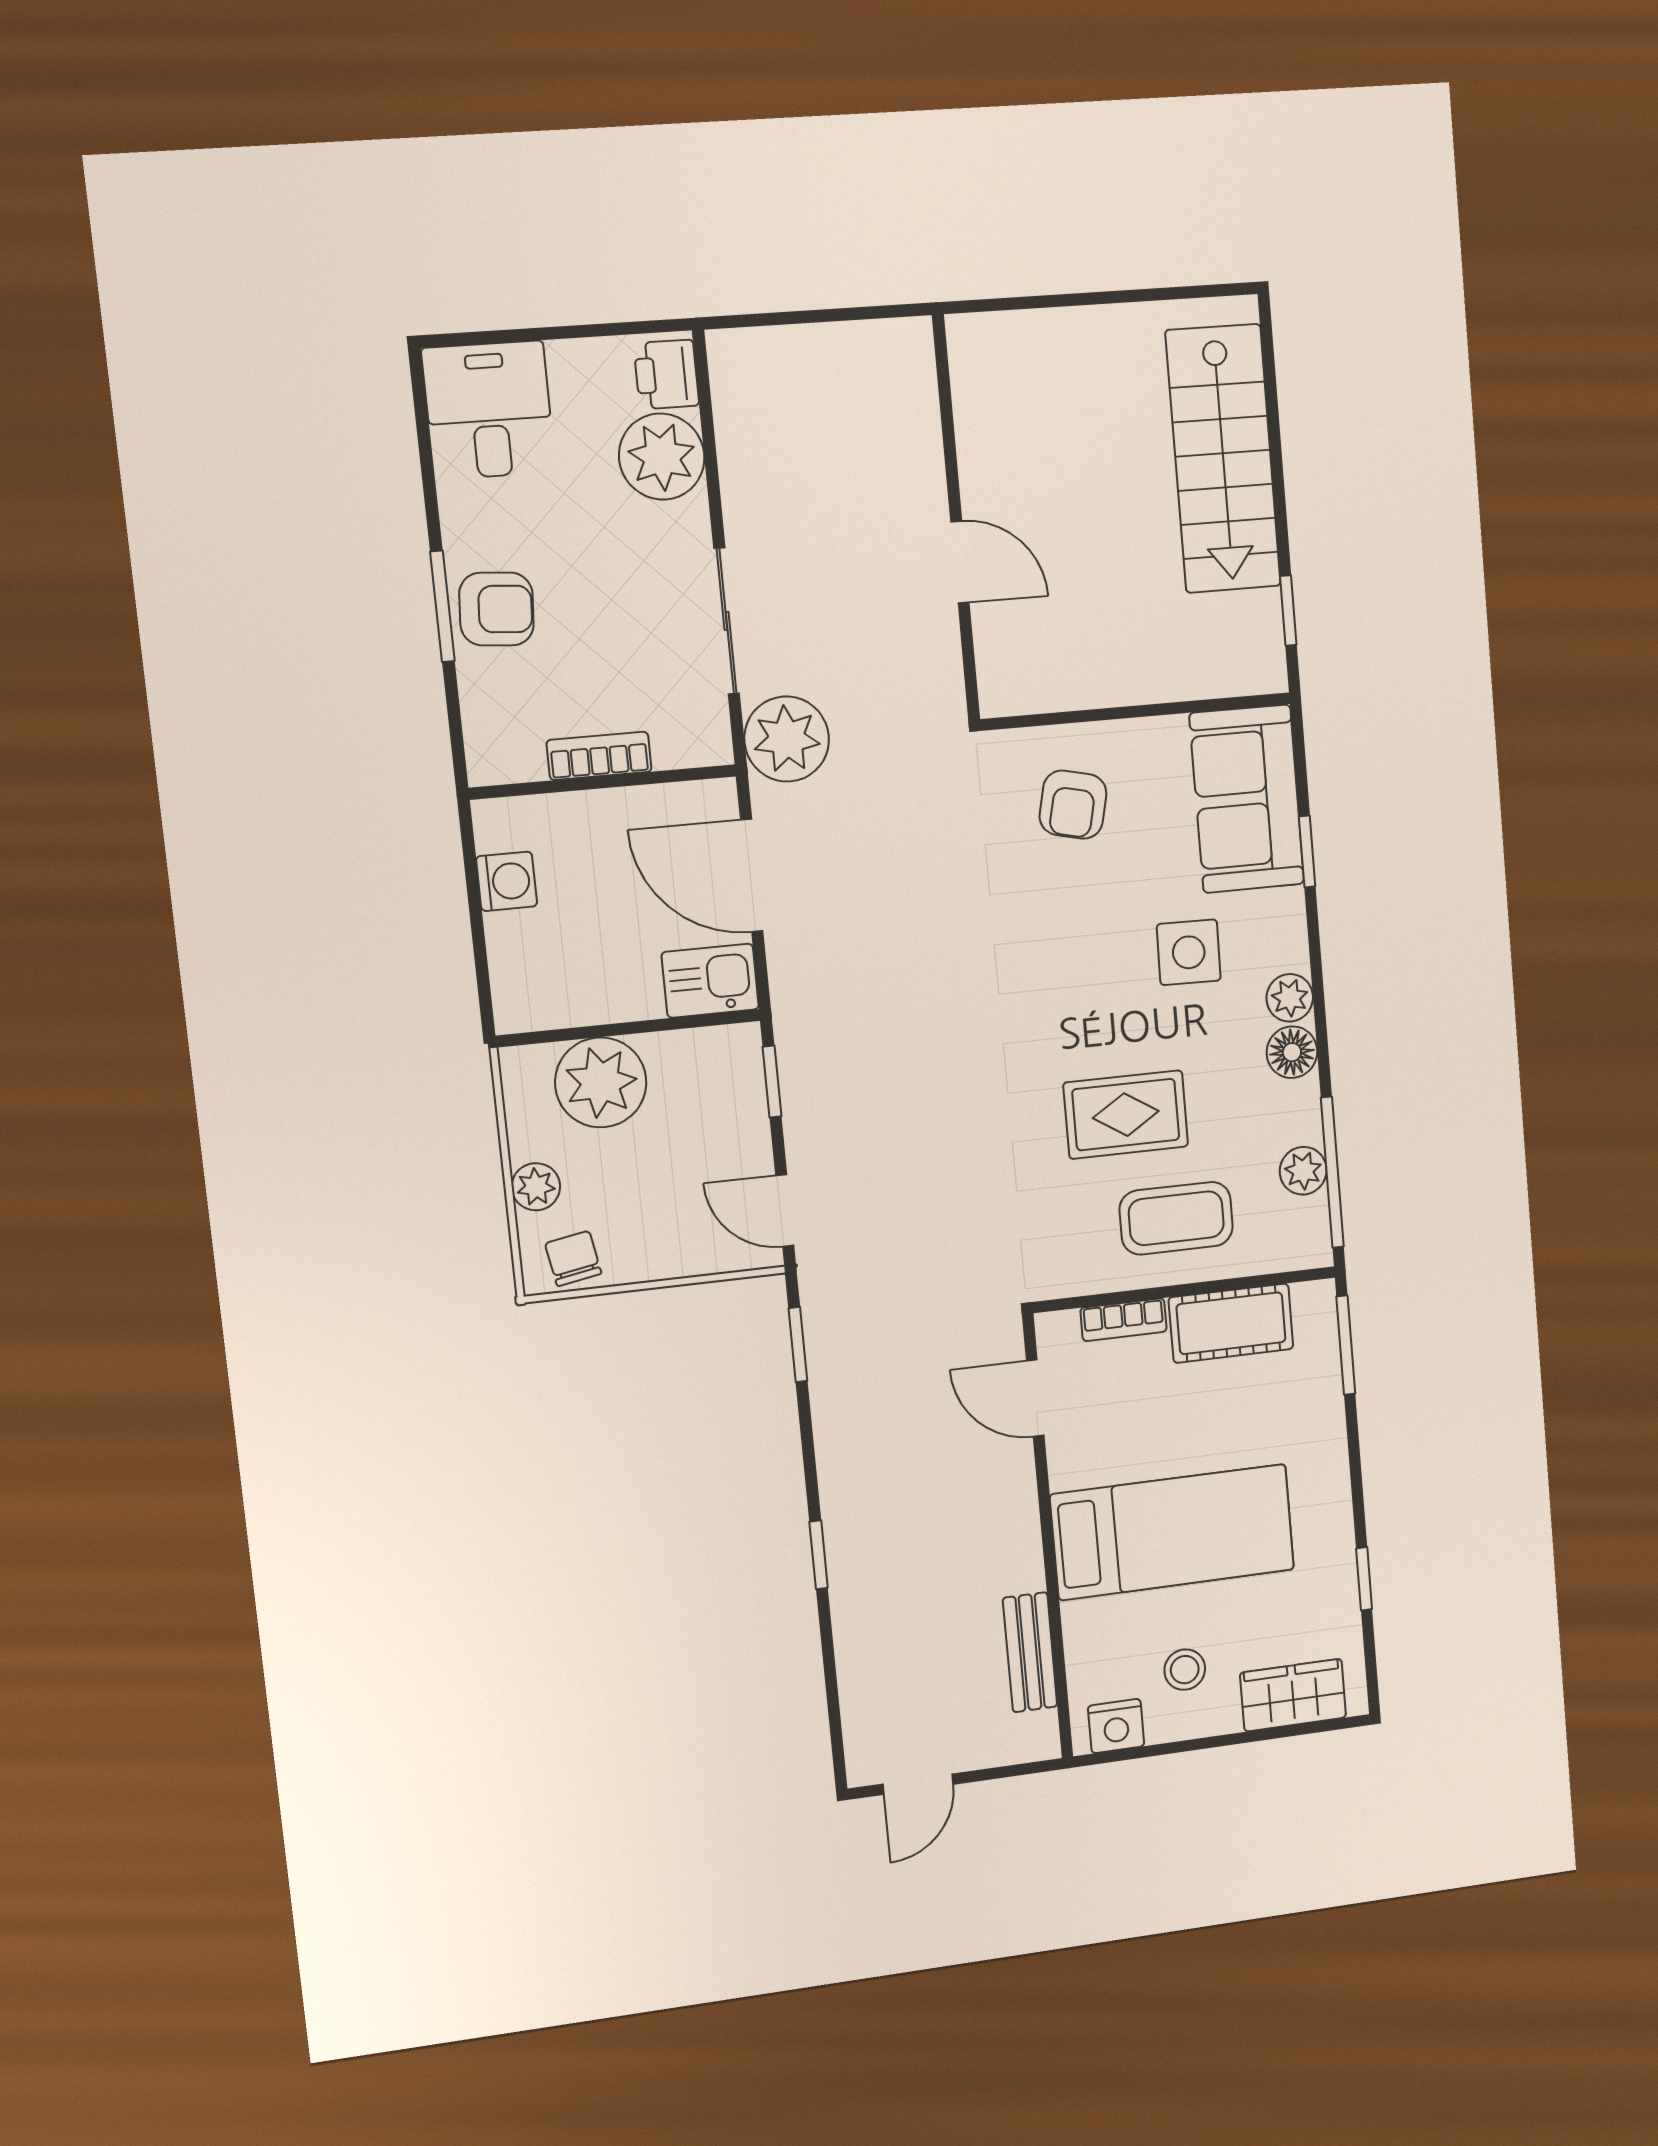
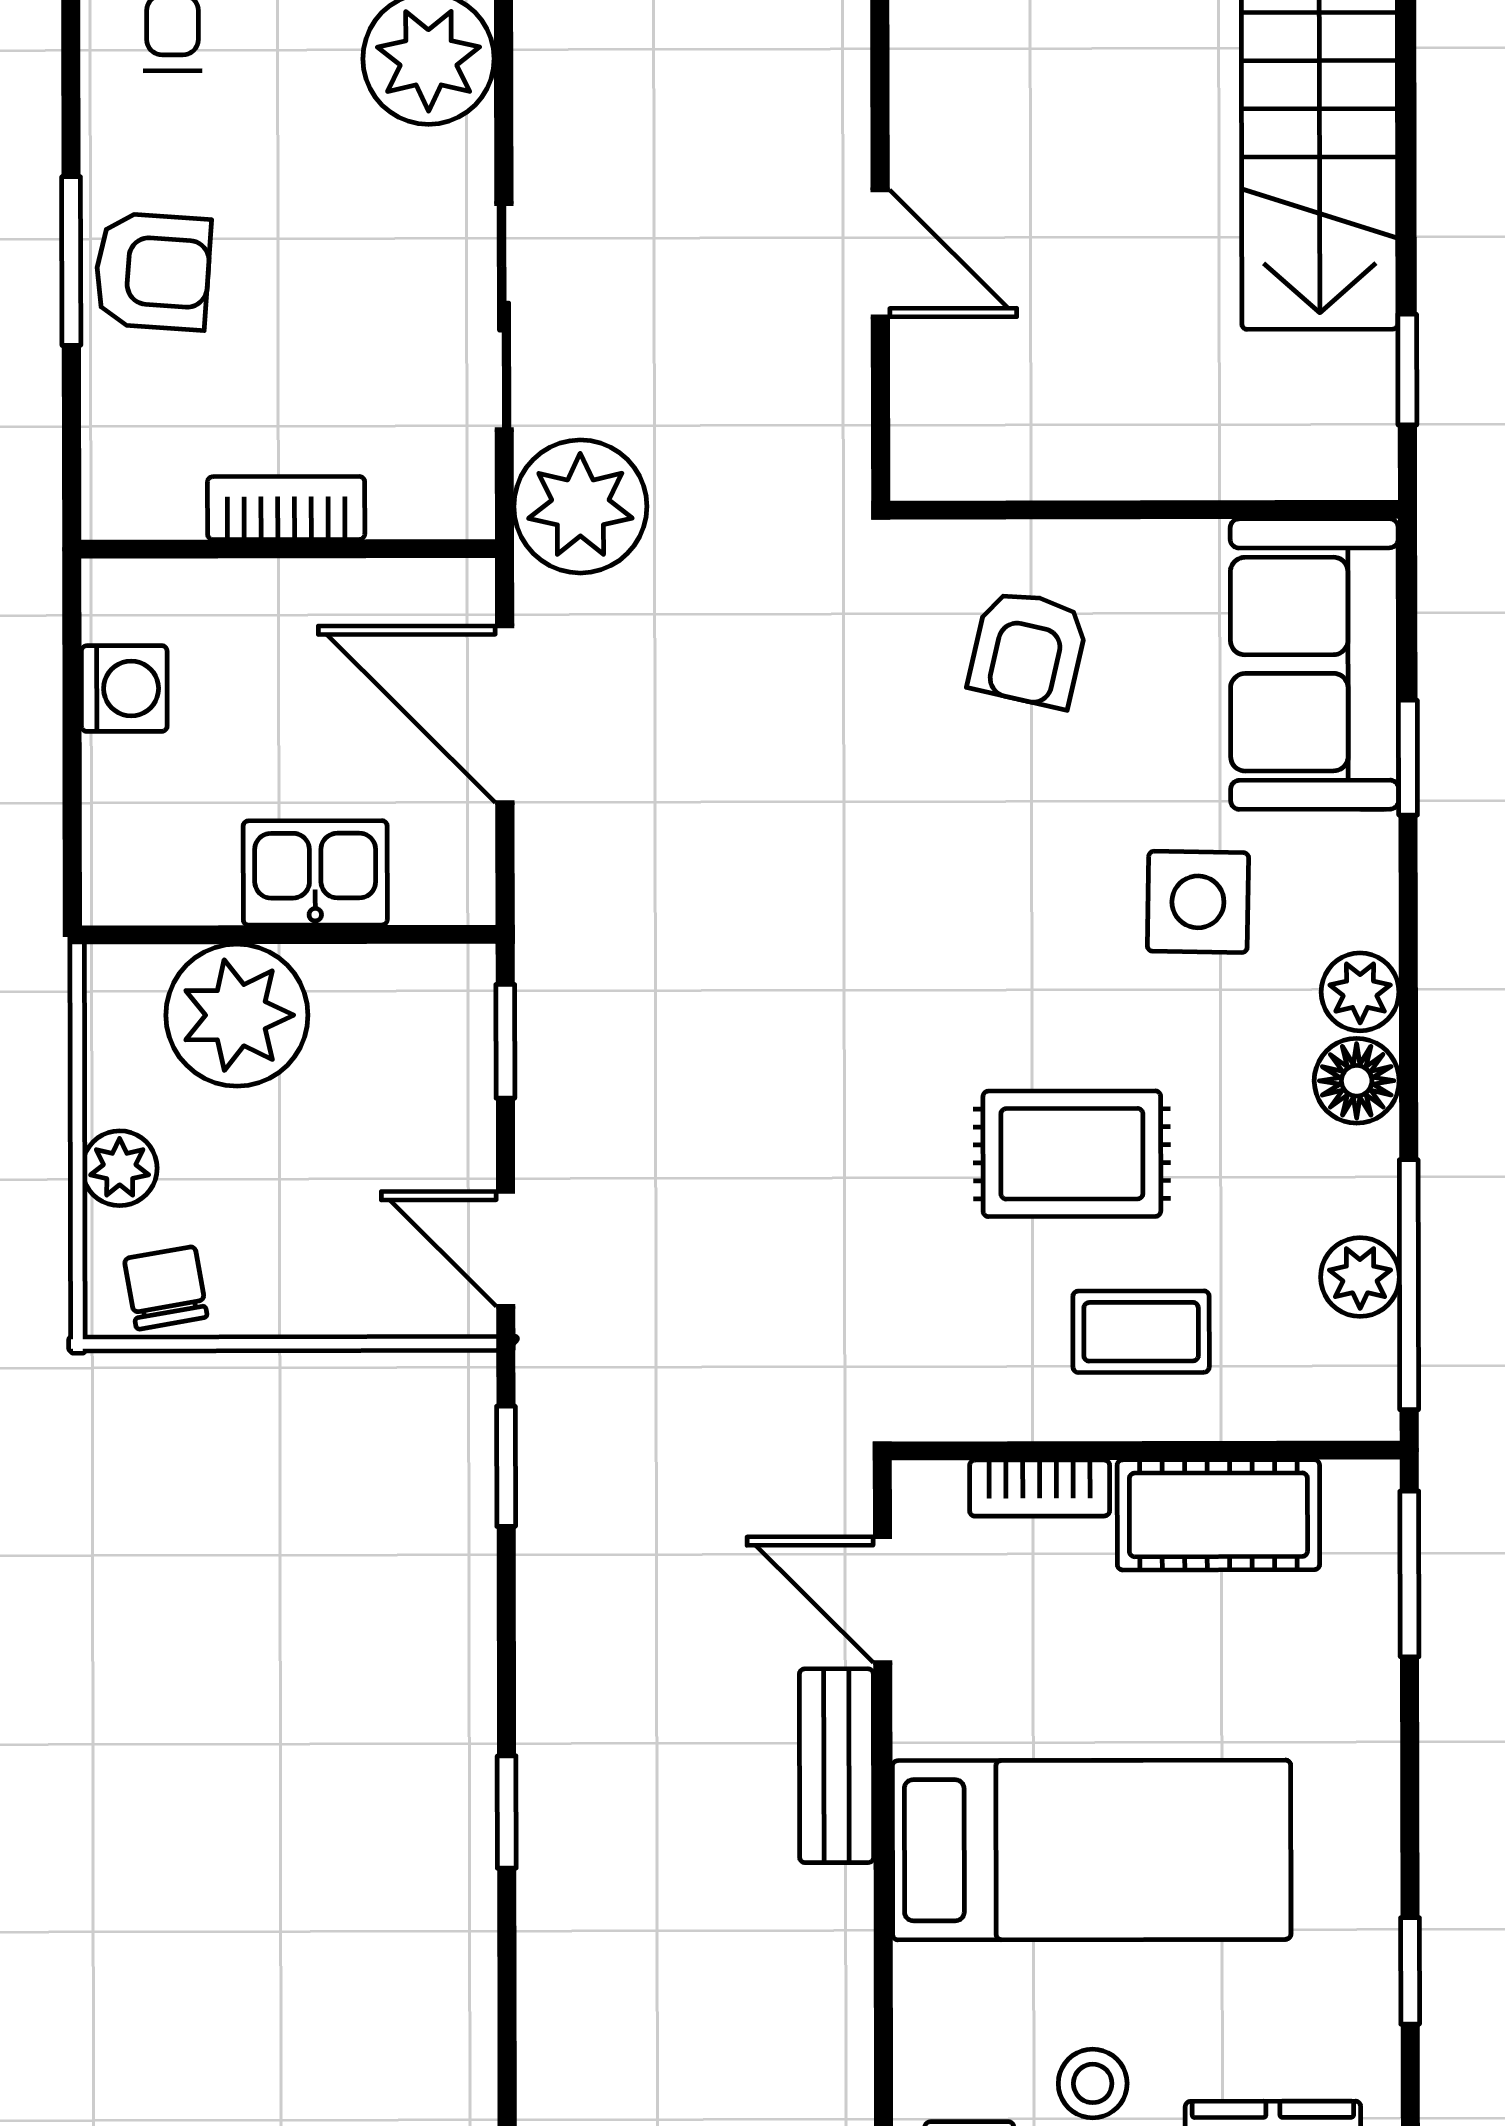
kitchen sink: (710, 981) -> (315, 873), moved
coffee table: (1176, 1218) -> (1141, 1332), width x0.73, depth x0.77
bench: (1030, 1652) -> (836, 1766), moved

